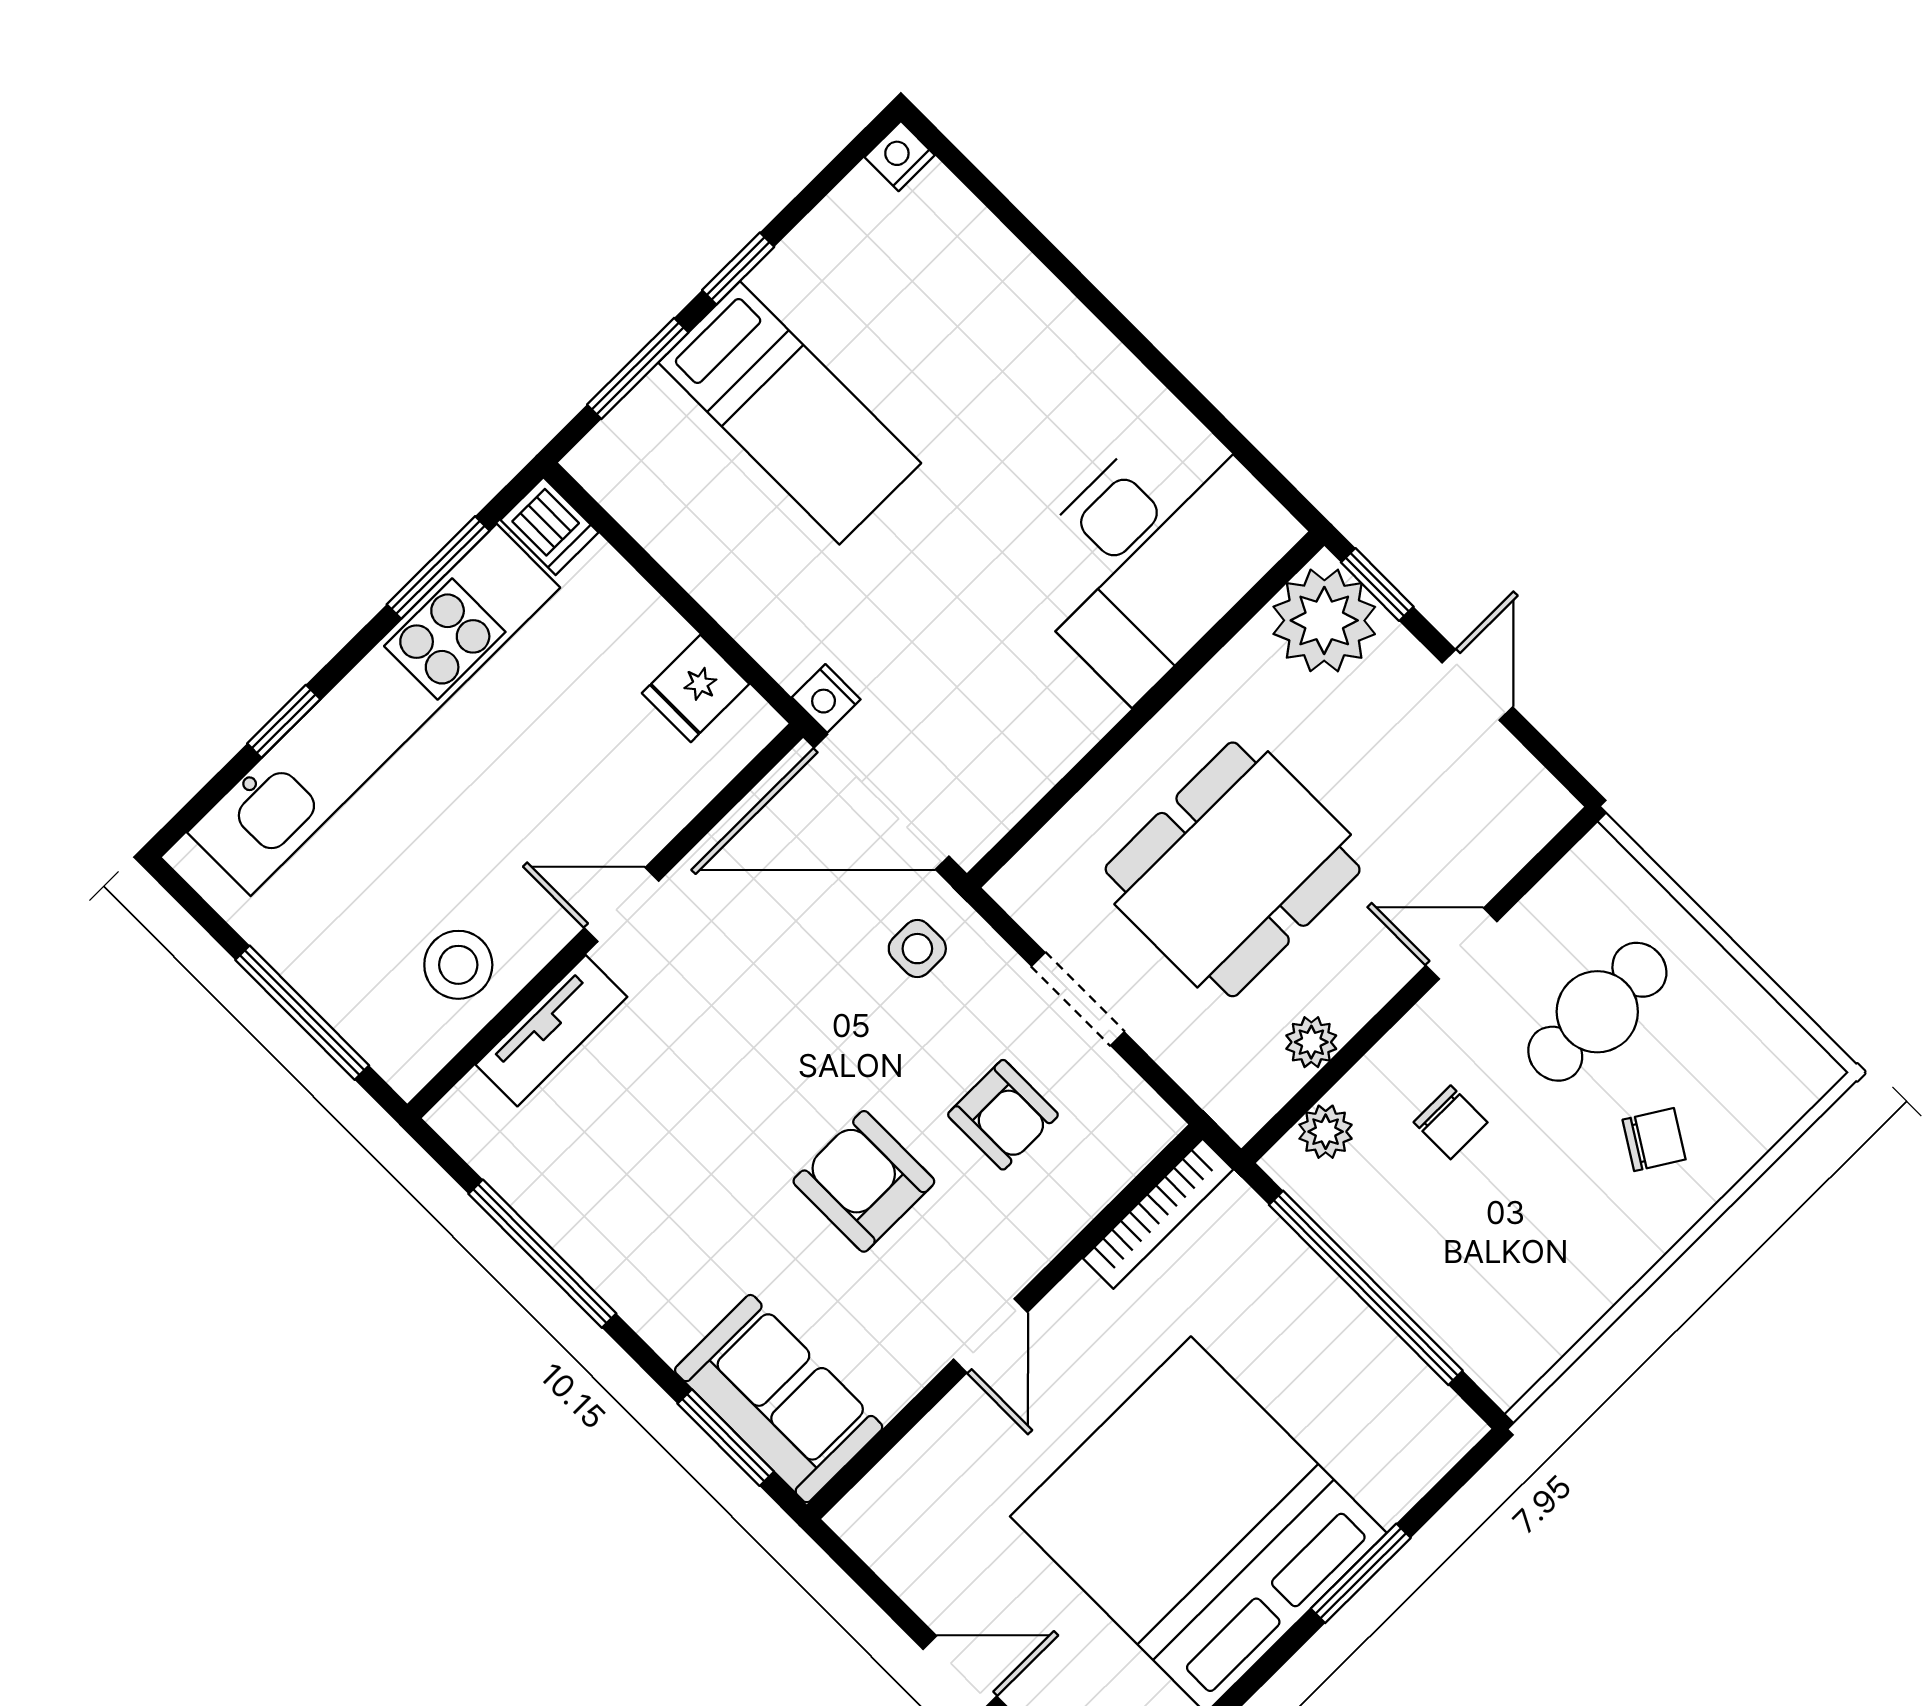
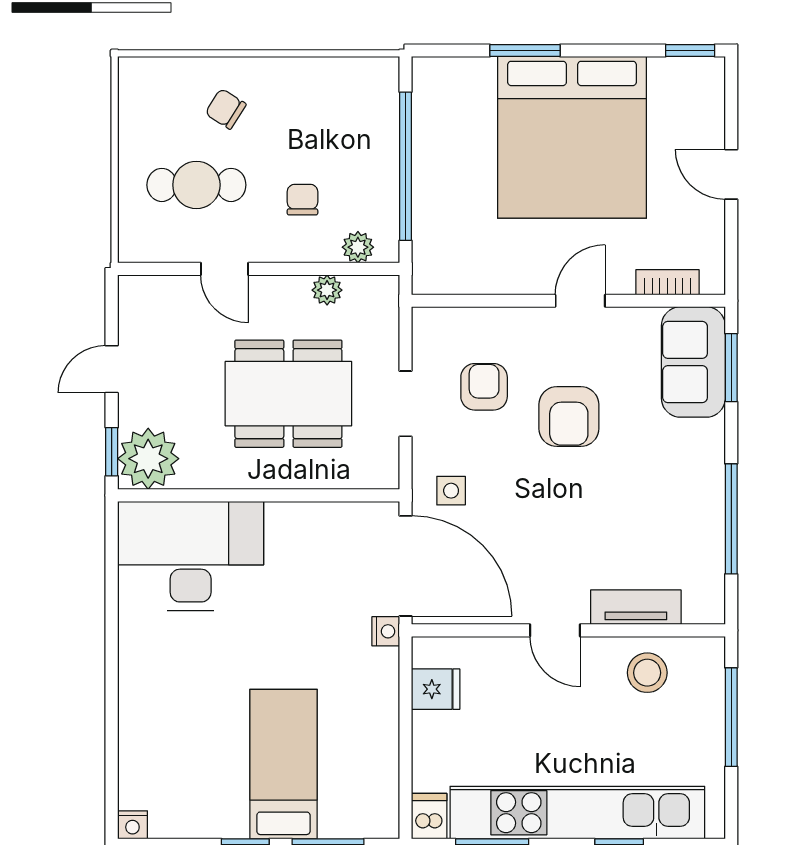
bookcase: (1158, 1214) -> (668, 282), moved, width x0.64

